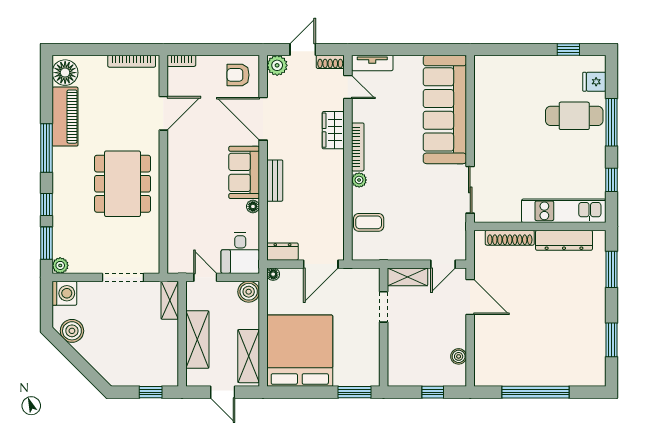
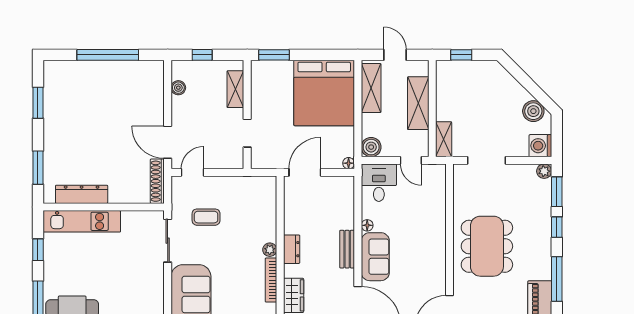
coffee table: (369, 222) -> (206, 217), moved
shoe rack: (510, 238) -> (157, 181), moved, turned -90
dresser: (282, 252) -> (292, 249), moved, turned -90
shelving: (407, 277) -> (235, 89), moved, turned 90

